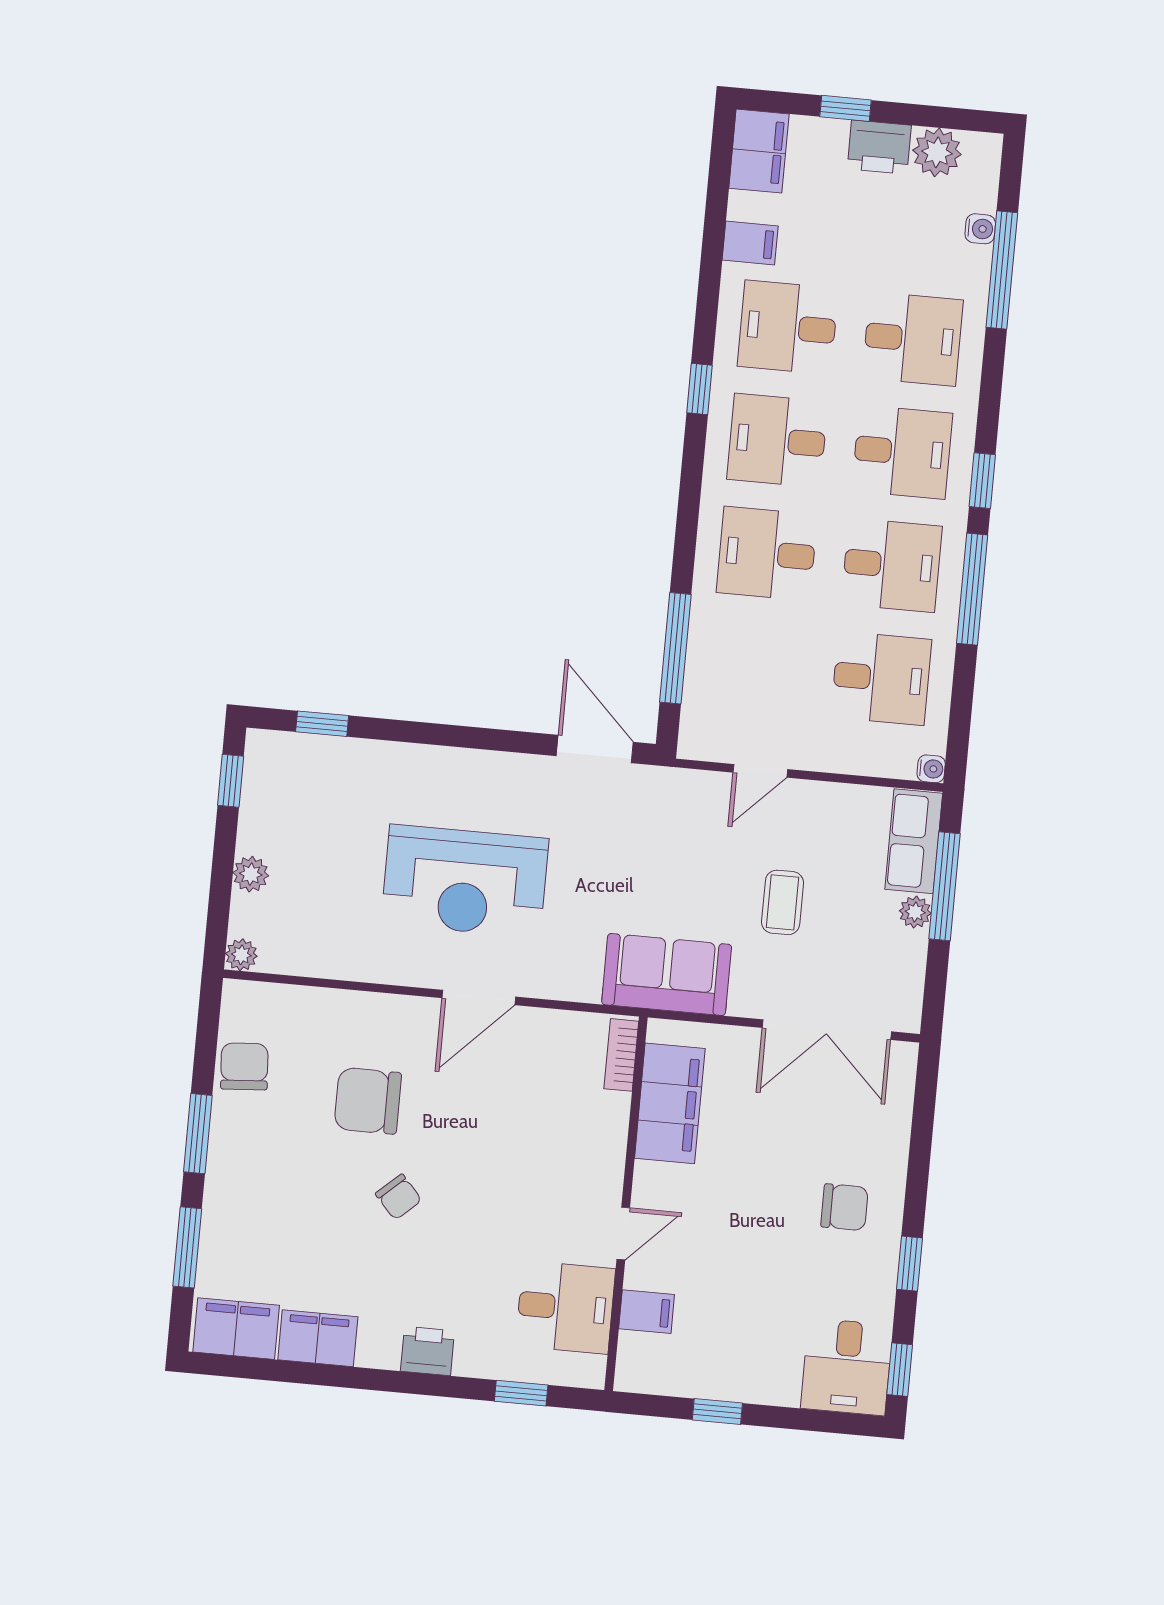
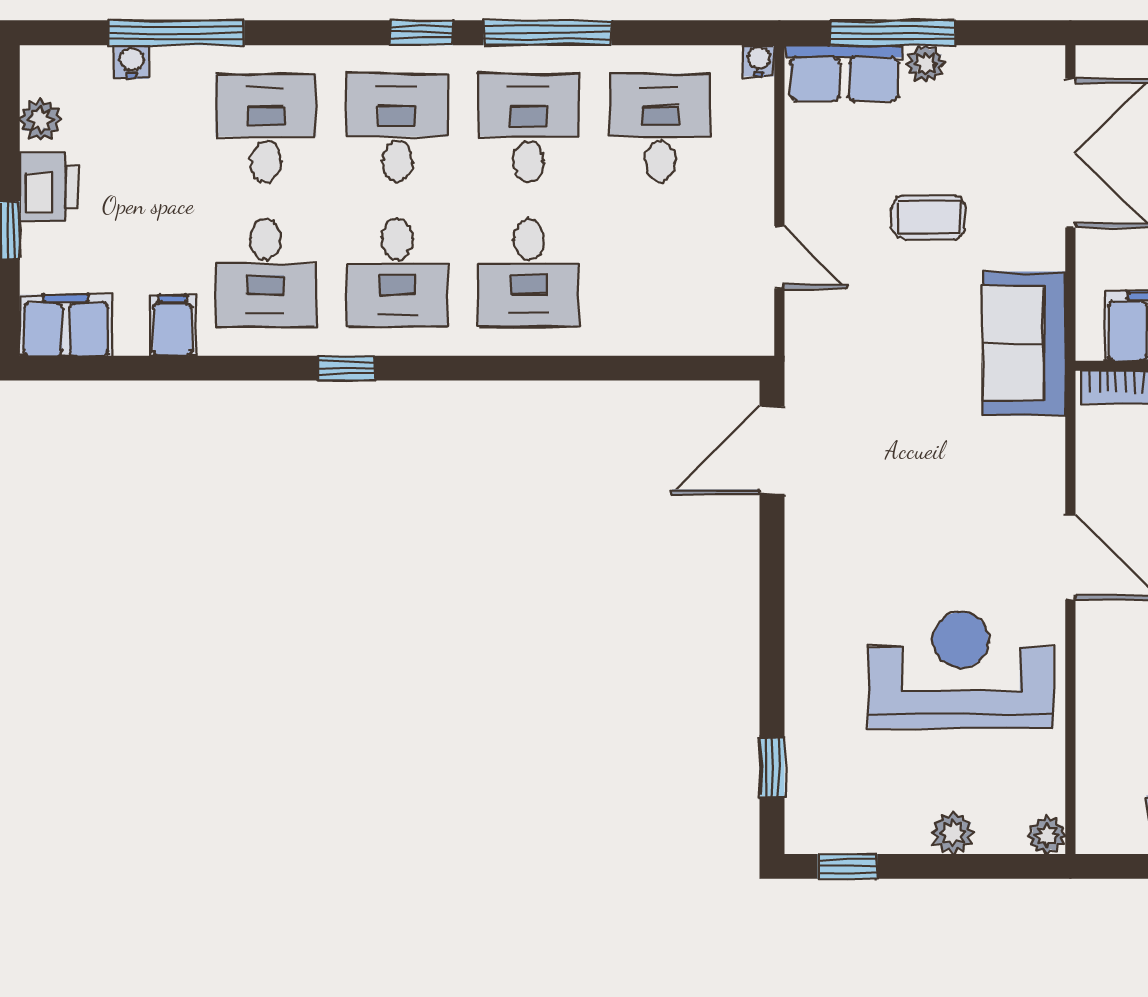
plant: (937, 152) -> (40, 120), width x0.73, depth x0.73
window: (675, 648) -> (647, 368), removed
reception desk: (465, 881) -> (961, 670), moved, turned -90

